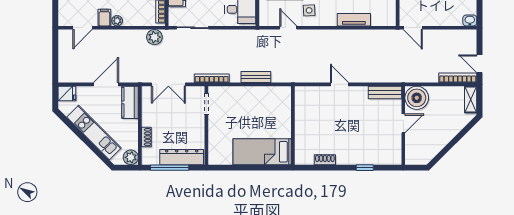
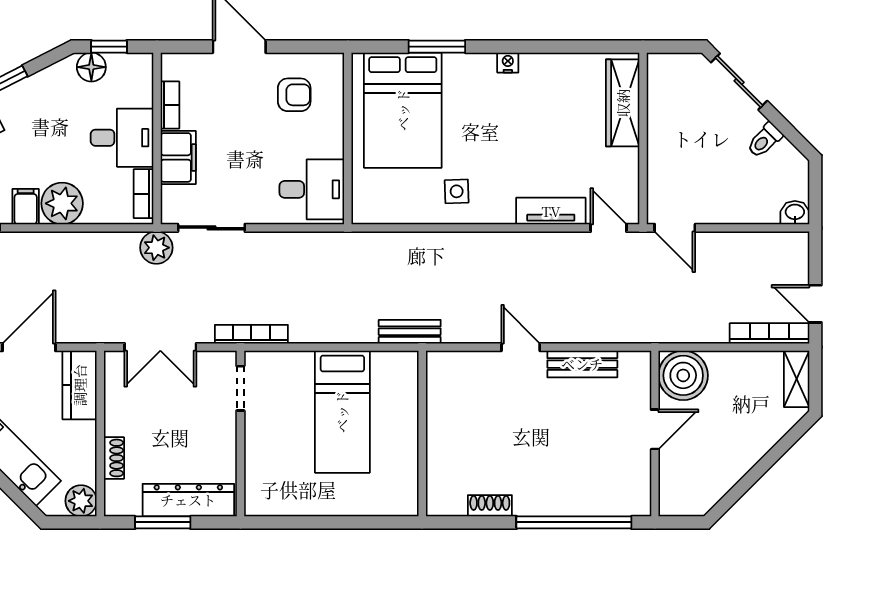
plant: (117, 21) -> (62, 203), width x1.88, depth x1.88
door: (288, 28) -> (609, 228), moved
plant: (154, 37) -> (156, 248), moved
bench: (256, 77) -> (410, 332), moved
bench: (385, 92) -> (582, 364), moved
bed: (262, 152) -> (342, 412), moved, turned -90
window: (170, 168) -> (163, 522), width x0.69
window: (365, 168) -> (574, 522), width x3.17

